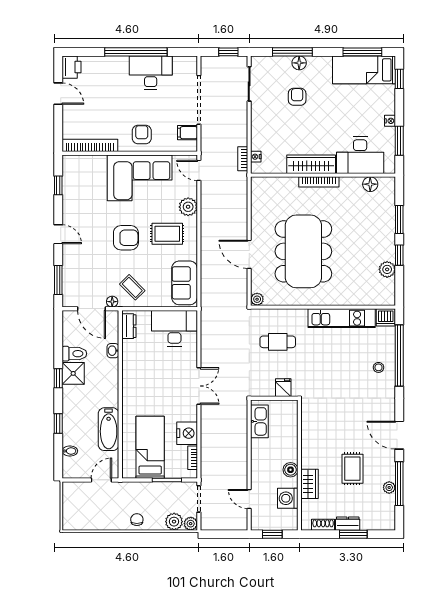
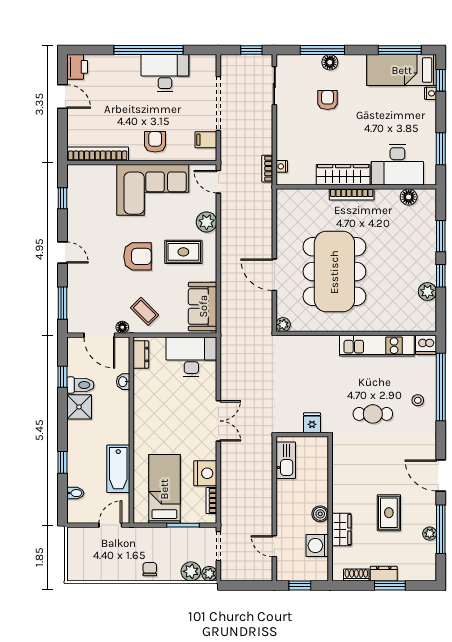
nightstand: (390, 121) -> (431, 93), moved
cafe table: (278, 342) -> (373, 414), moved
window: (58, 378) -> (62, 377), moved

